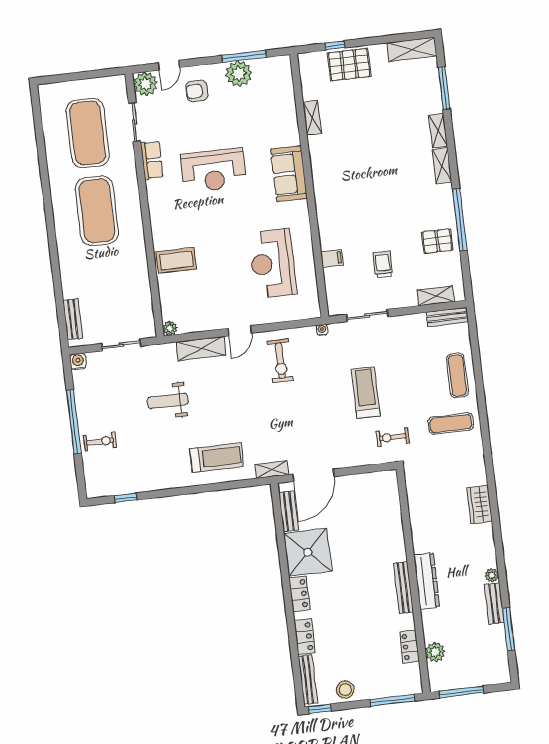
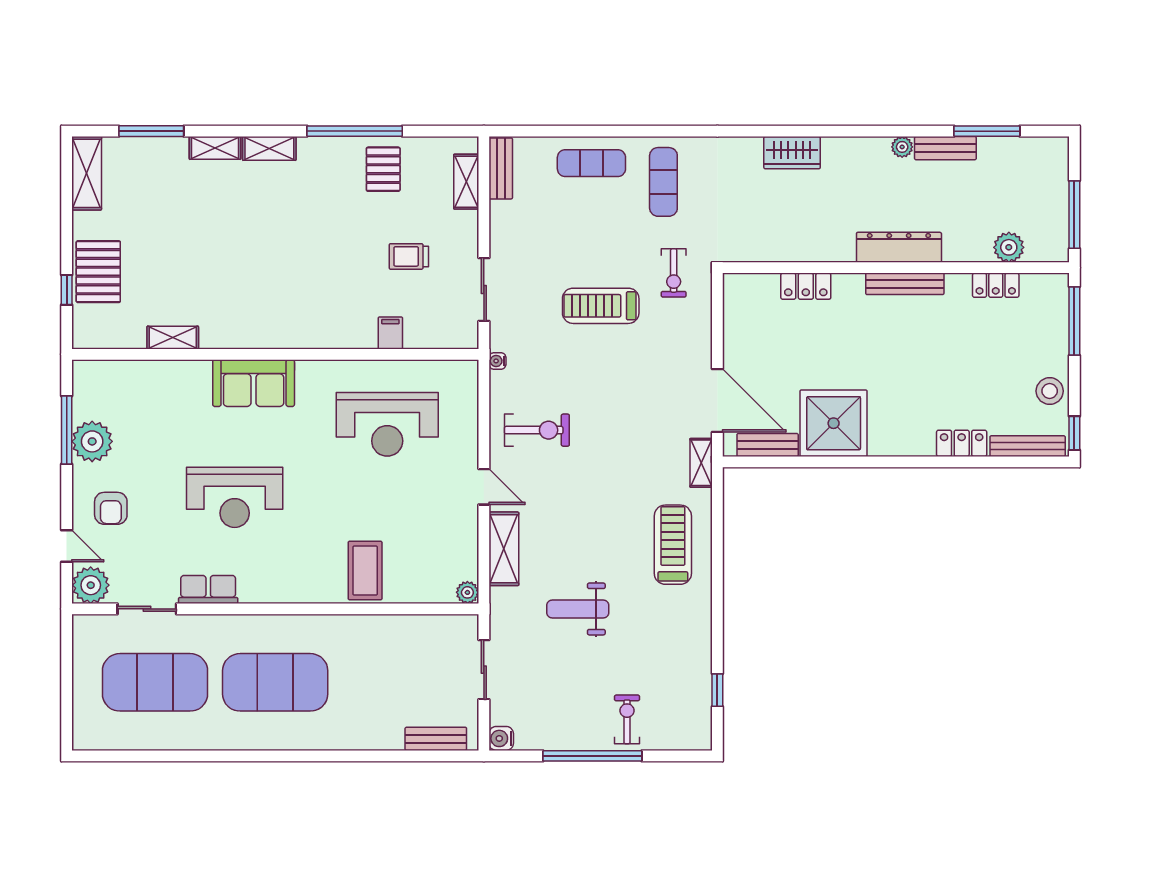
reception desk: (214, 170) -> (235, 497), turned 90
weight bench: (168, 401) -> (578, 609), turned 90
locker: (299, 594) -> (806, 286), moved, turned 180

